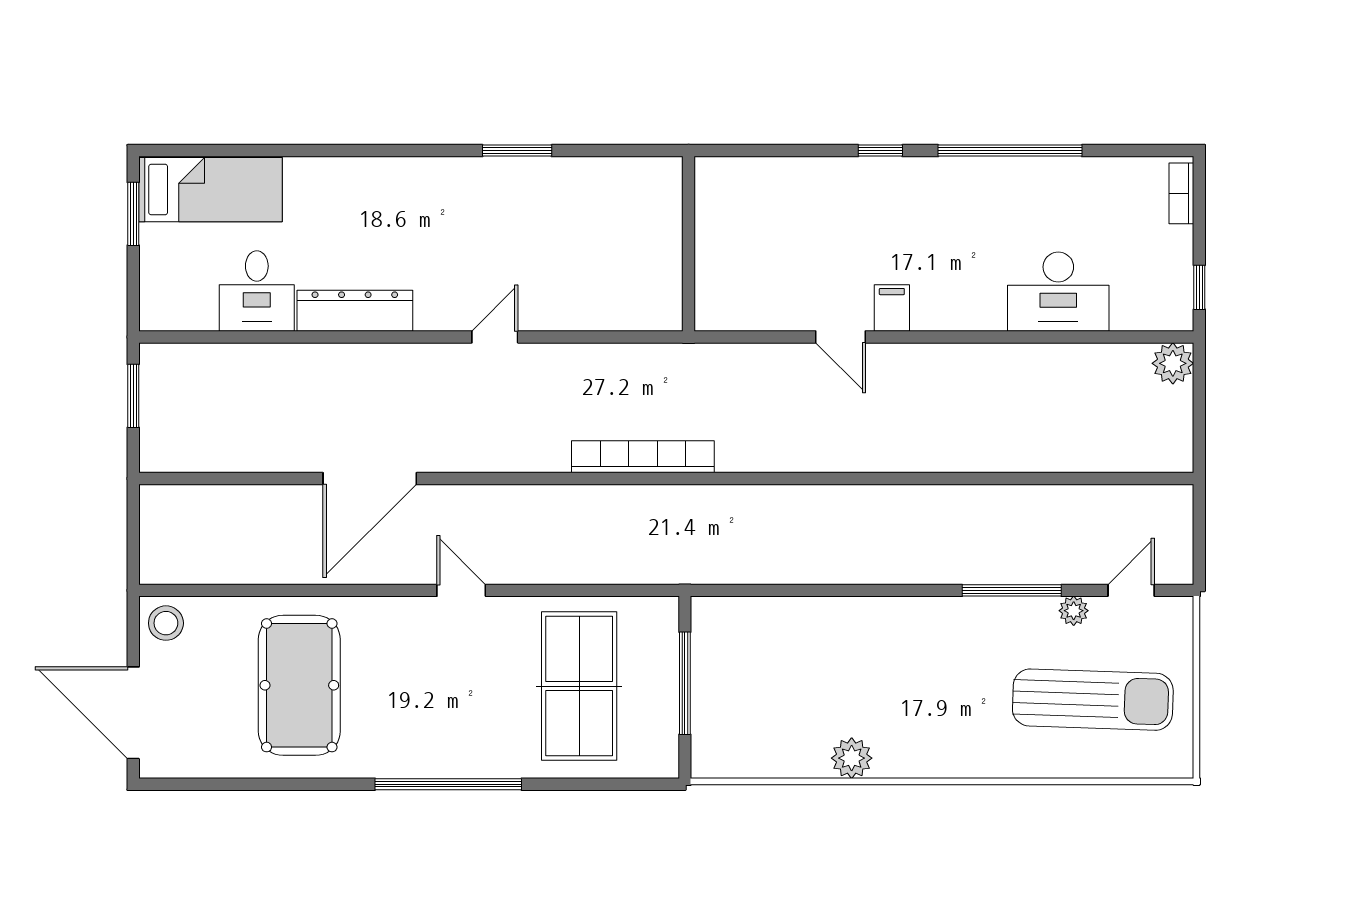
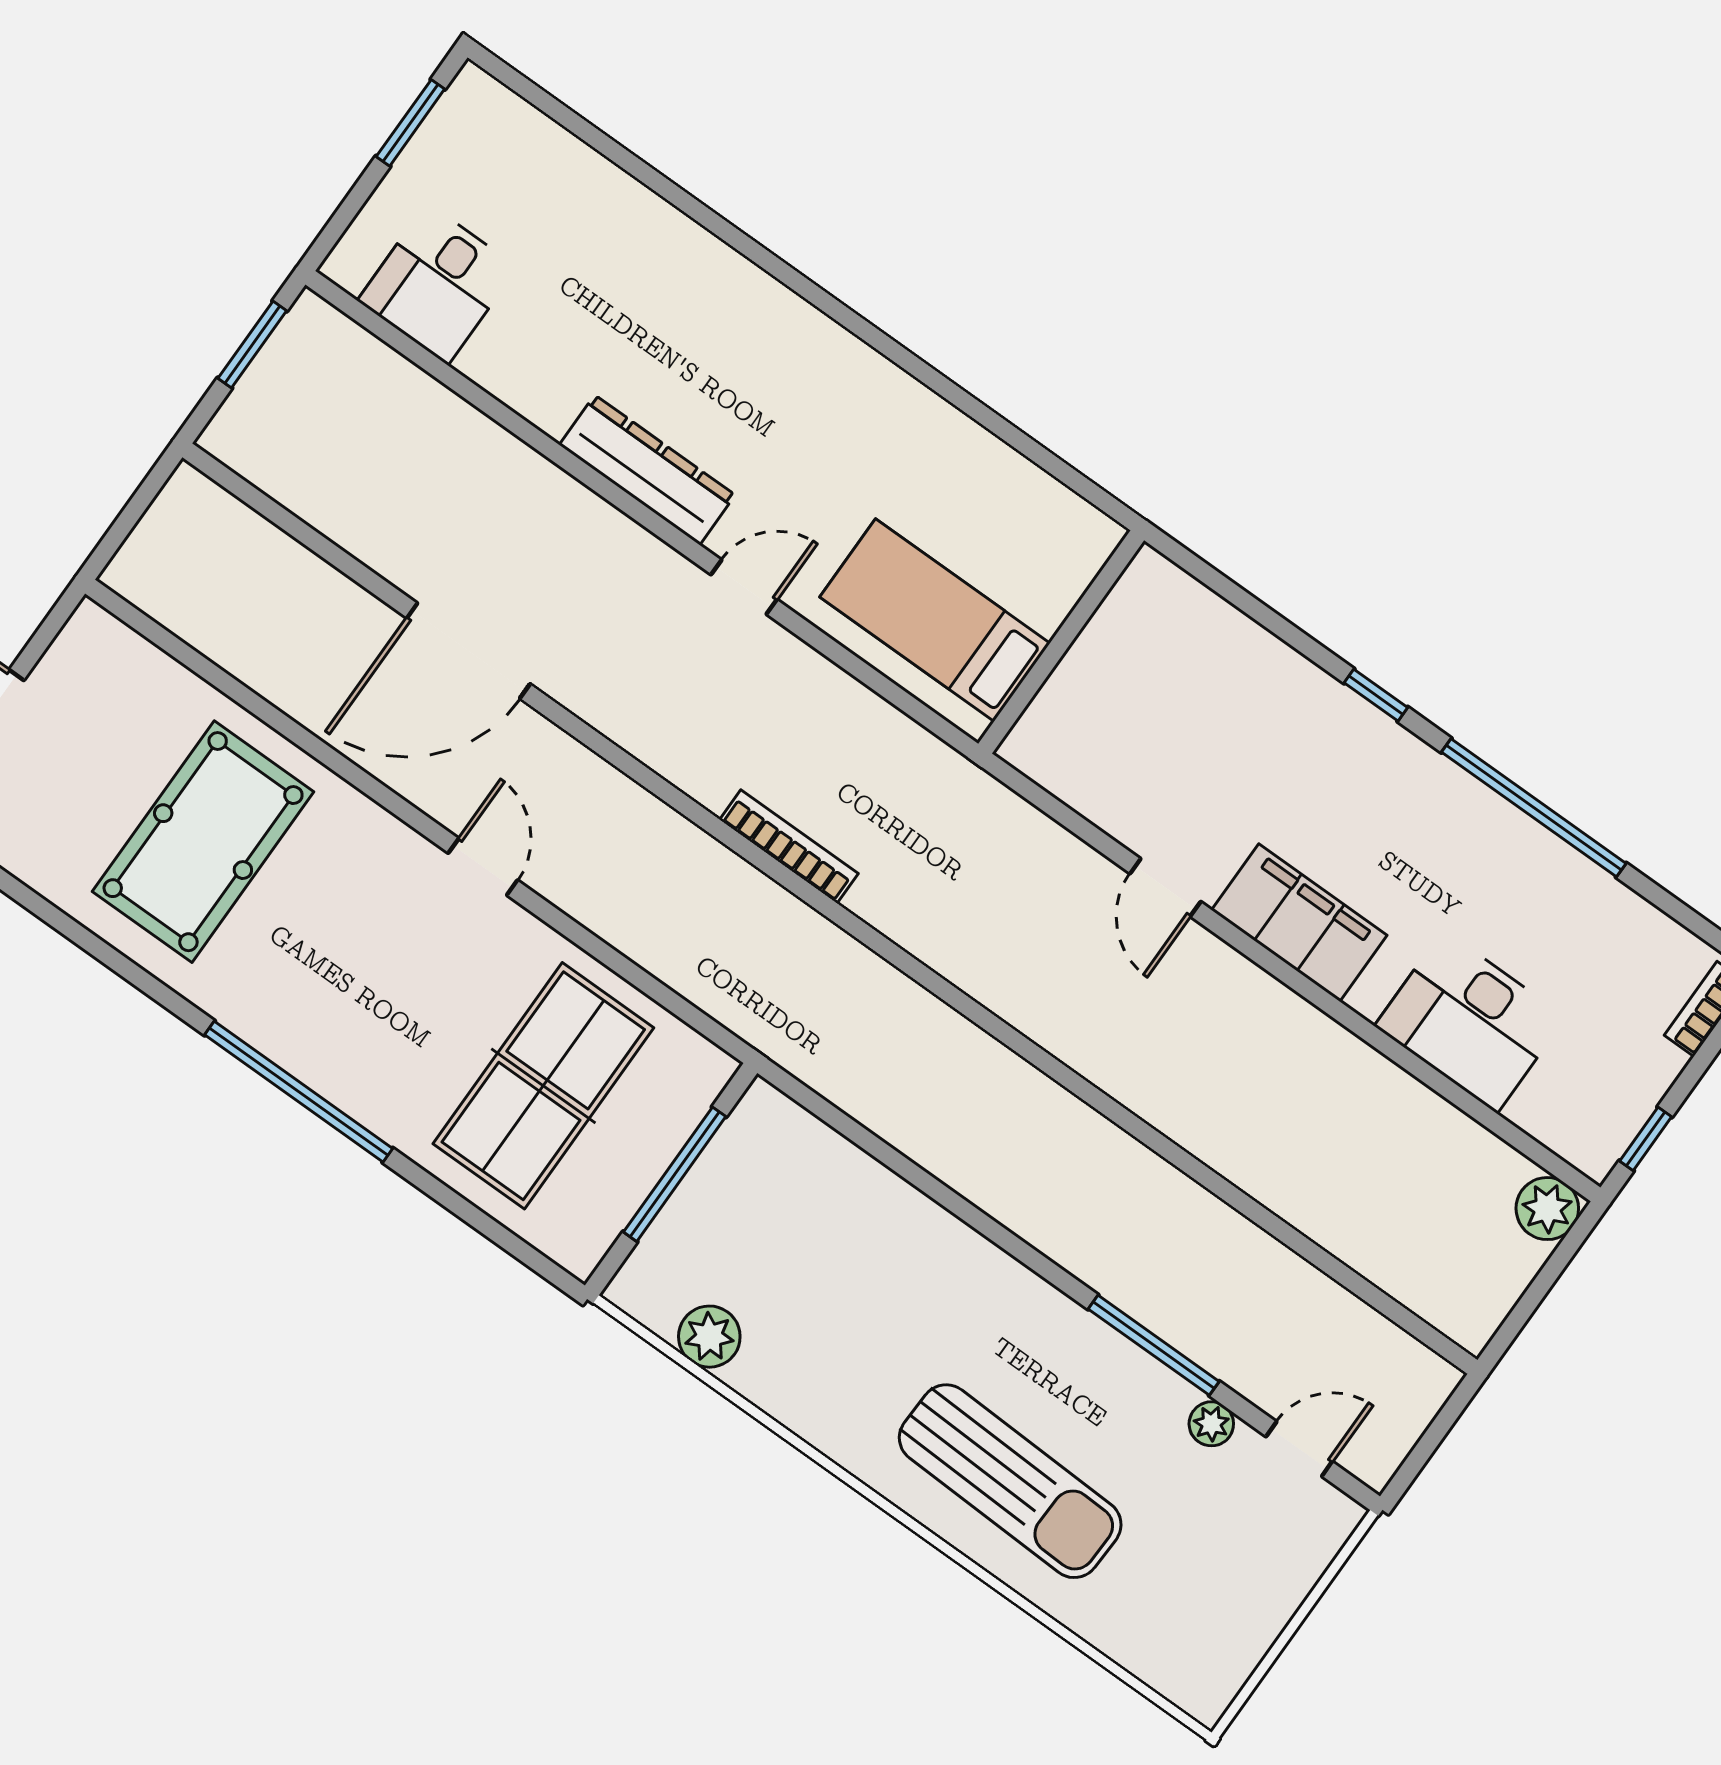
window: (517, 151) -> (933, 379), removed
bed: (210, 190) -> (935, 620), moved, turned 180
desk: (257, 291) -> (437, 284), moved
filing cabinet: (892, 308) -> (1299, 923), width x3.00, depth x1.17
dresser: (355, 311) -> (647, 470), moved
bookcase: (643, 457) -> (789, 846), width x0.68, depth x0.76
stool: (166, 623) -> (95, 650), removed
sun lounger: (1093, 700) -> (1010, 1481), moved
plant: (852, 758) -> (709, 1337), moved

